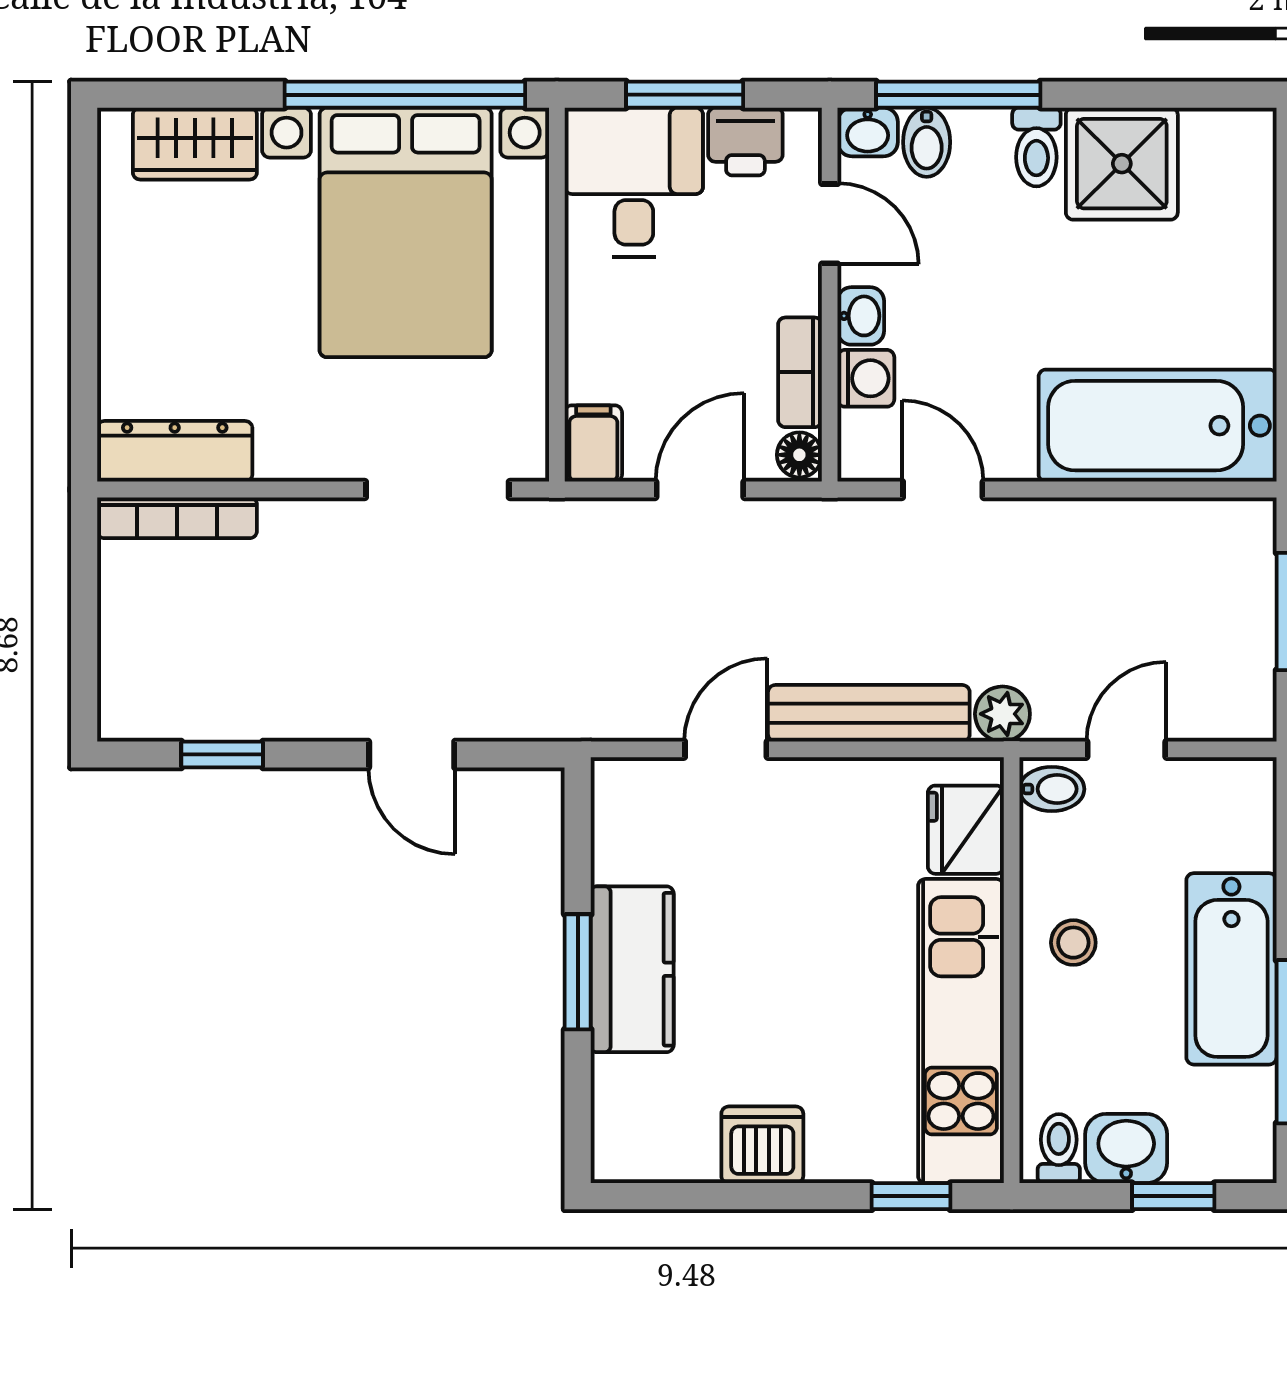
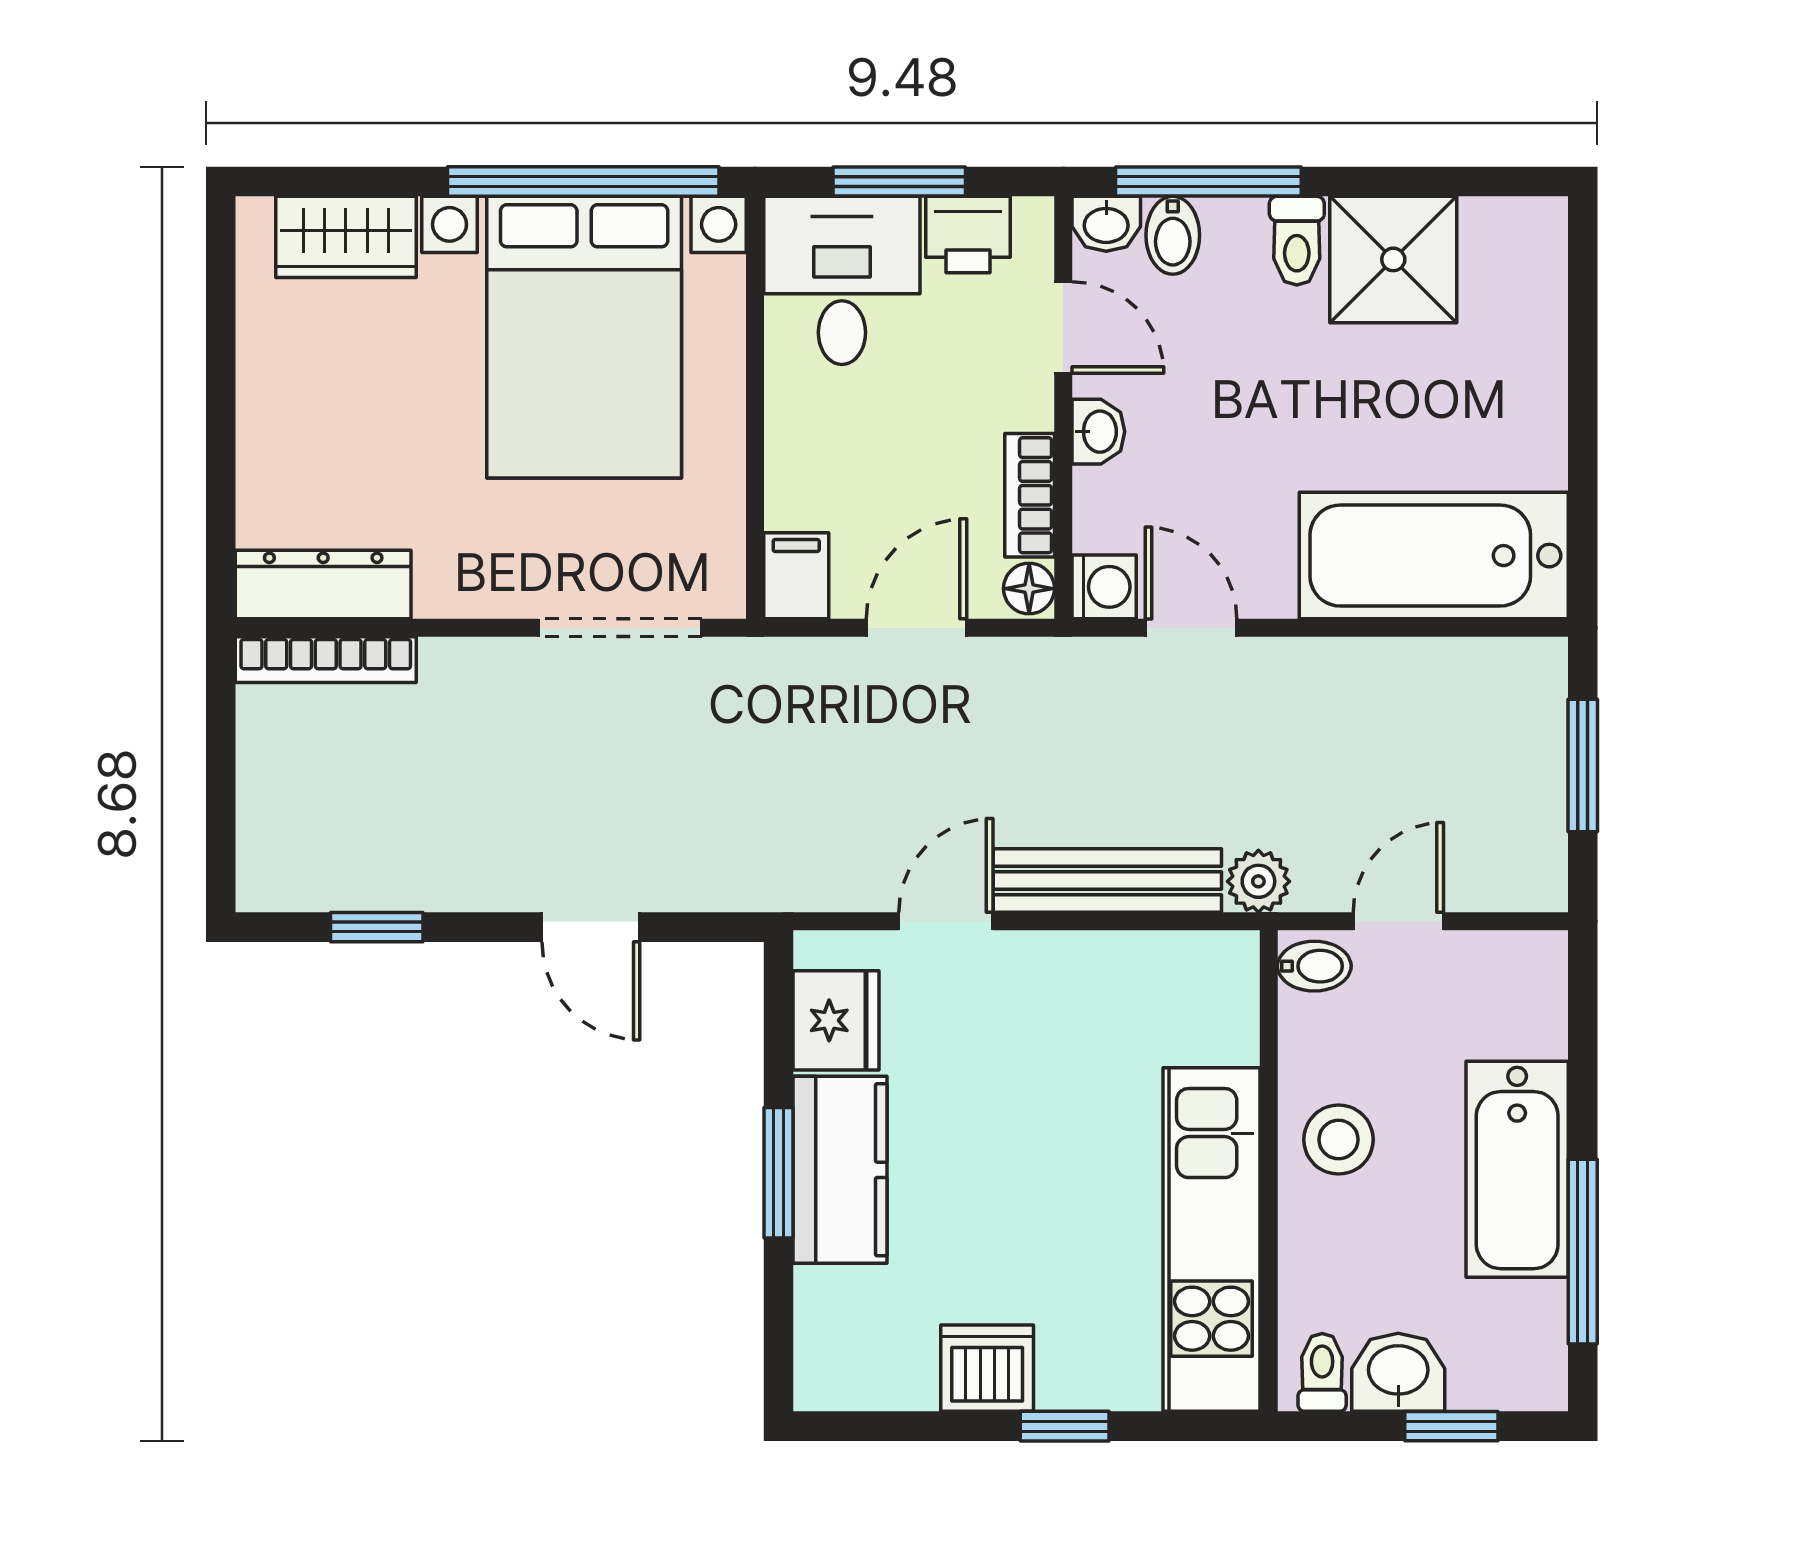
washing machine: (866, 378) -> (1104, 587), moved
fridge: (966, 830) -> (836, 1020), moved, turned 180
stool: (1073, 943) -> (1339, 1140), width x1.37, depth x1.37
window: (911, 1196) -> (1065, 1426), moved

